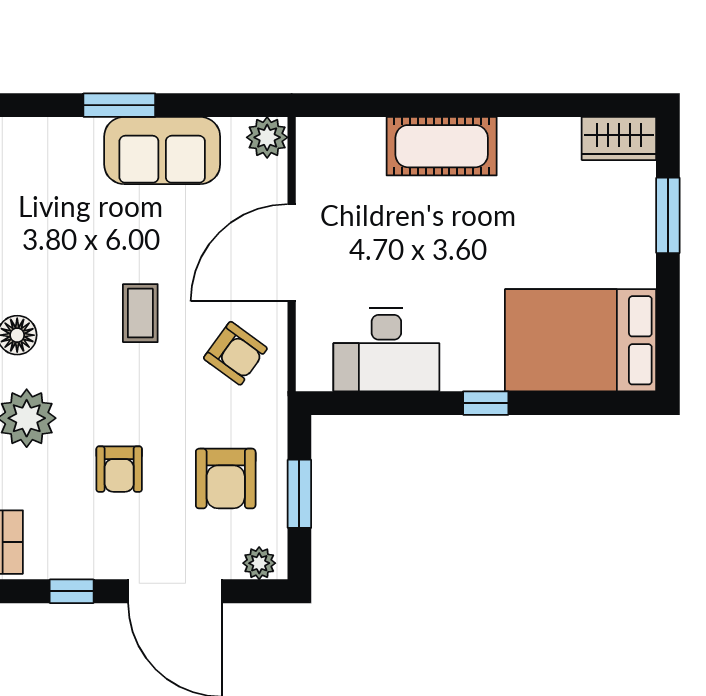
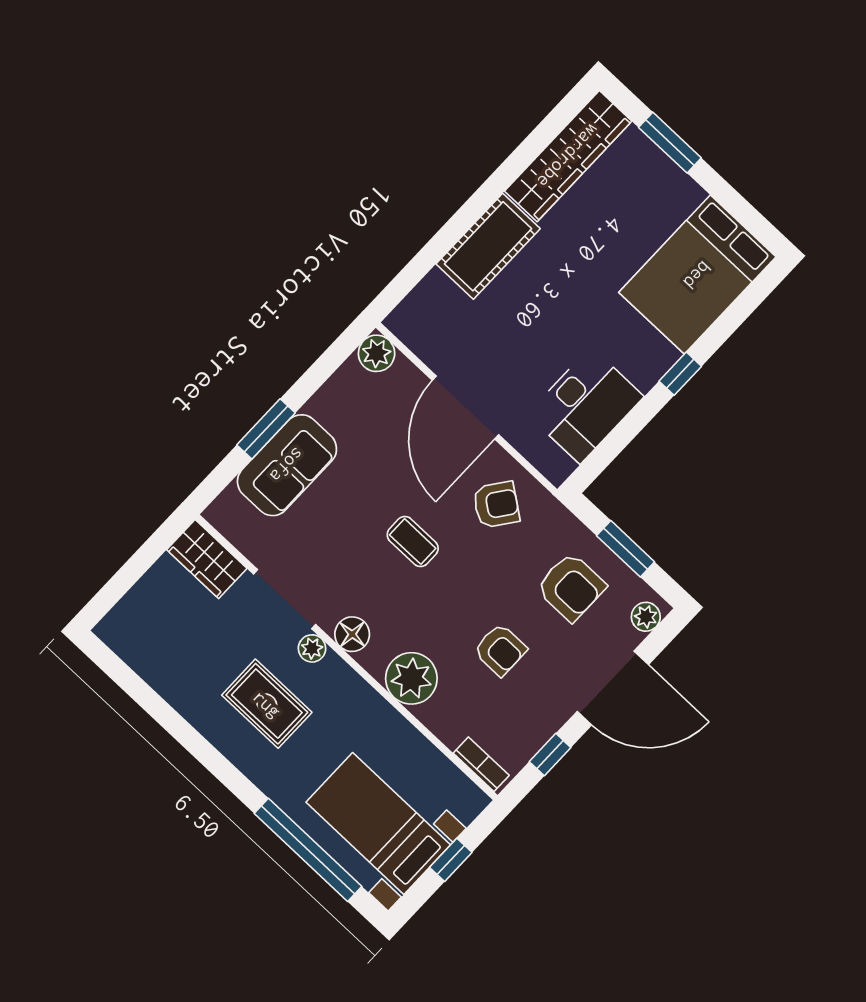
wardrobe: (619, 138) -> (568, 156), width x2.10, depth x1.17
sofa: (162, 150) -> (287, 465), moved

